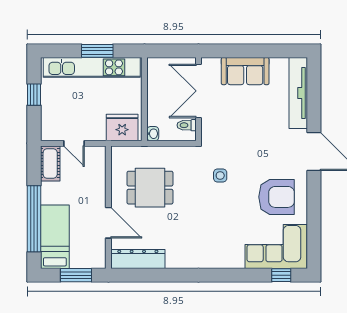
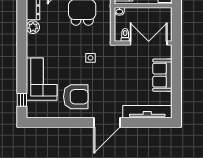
armchair: (277, 197) -> (76, 97), turned -90
corner sofa: (276, 247) -> (42, 79), moved
plant: (175, 259) -> (33, 27), added

